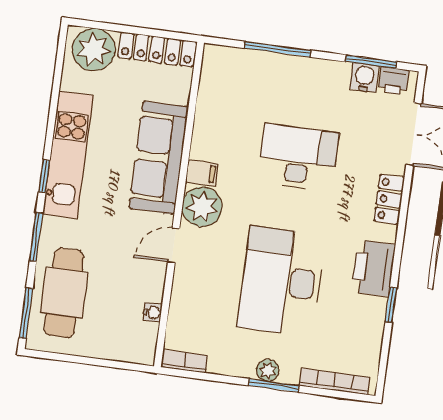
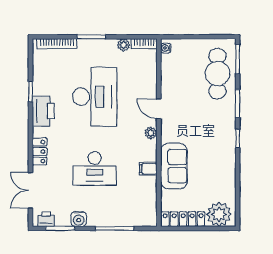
water cooler: (364, 77) -> (79, 219), moved
kitchen unit: (68, 155) -> (226, 152), removed
sofa: (159, 158) -> (174, 166), width x0.73
filing cabinet: (202, 173) -> (148, 169), moved
plant: (202, 207) -> (151, 133), width x0.53, depth x0.53
door: (174, 245) -> (159, 109), swing flipped
water cooler: (152, 312) -> (166, 48), moved
plant: (268, 370) -> (124, 45), moved

